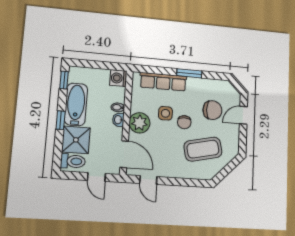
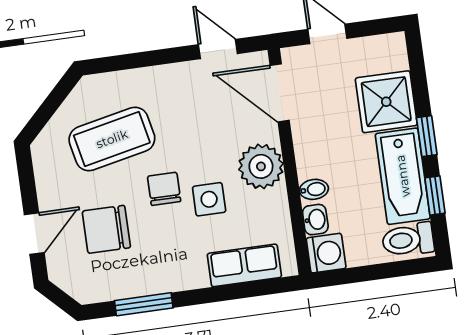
window: (189, 73) -> (144, 304), moved
window: (64, 80) -> (435, 196), moved
row of seats: (163, 82) -> (244, 265), width x0.68
washbasin: (118, 120) -> (315, 220), moved
toilet: (73, 161) -> (408, 240), moved

